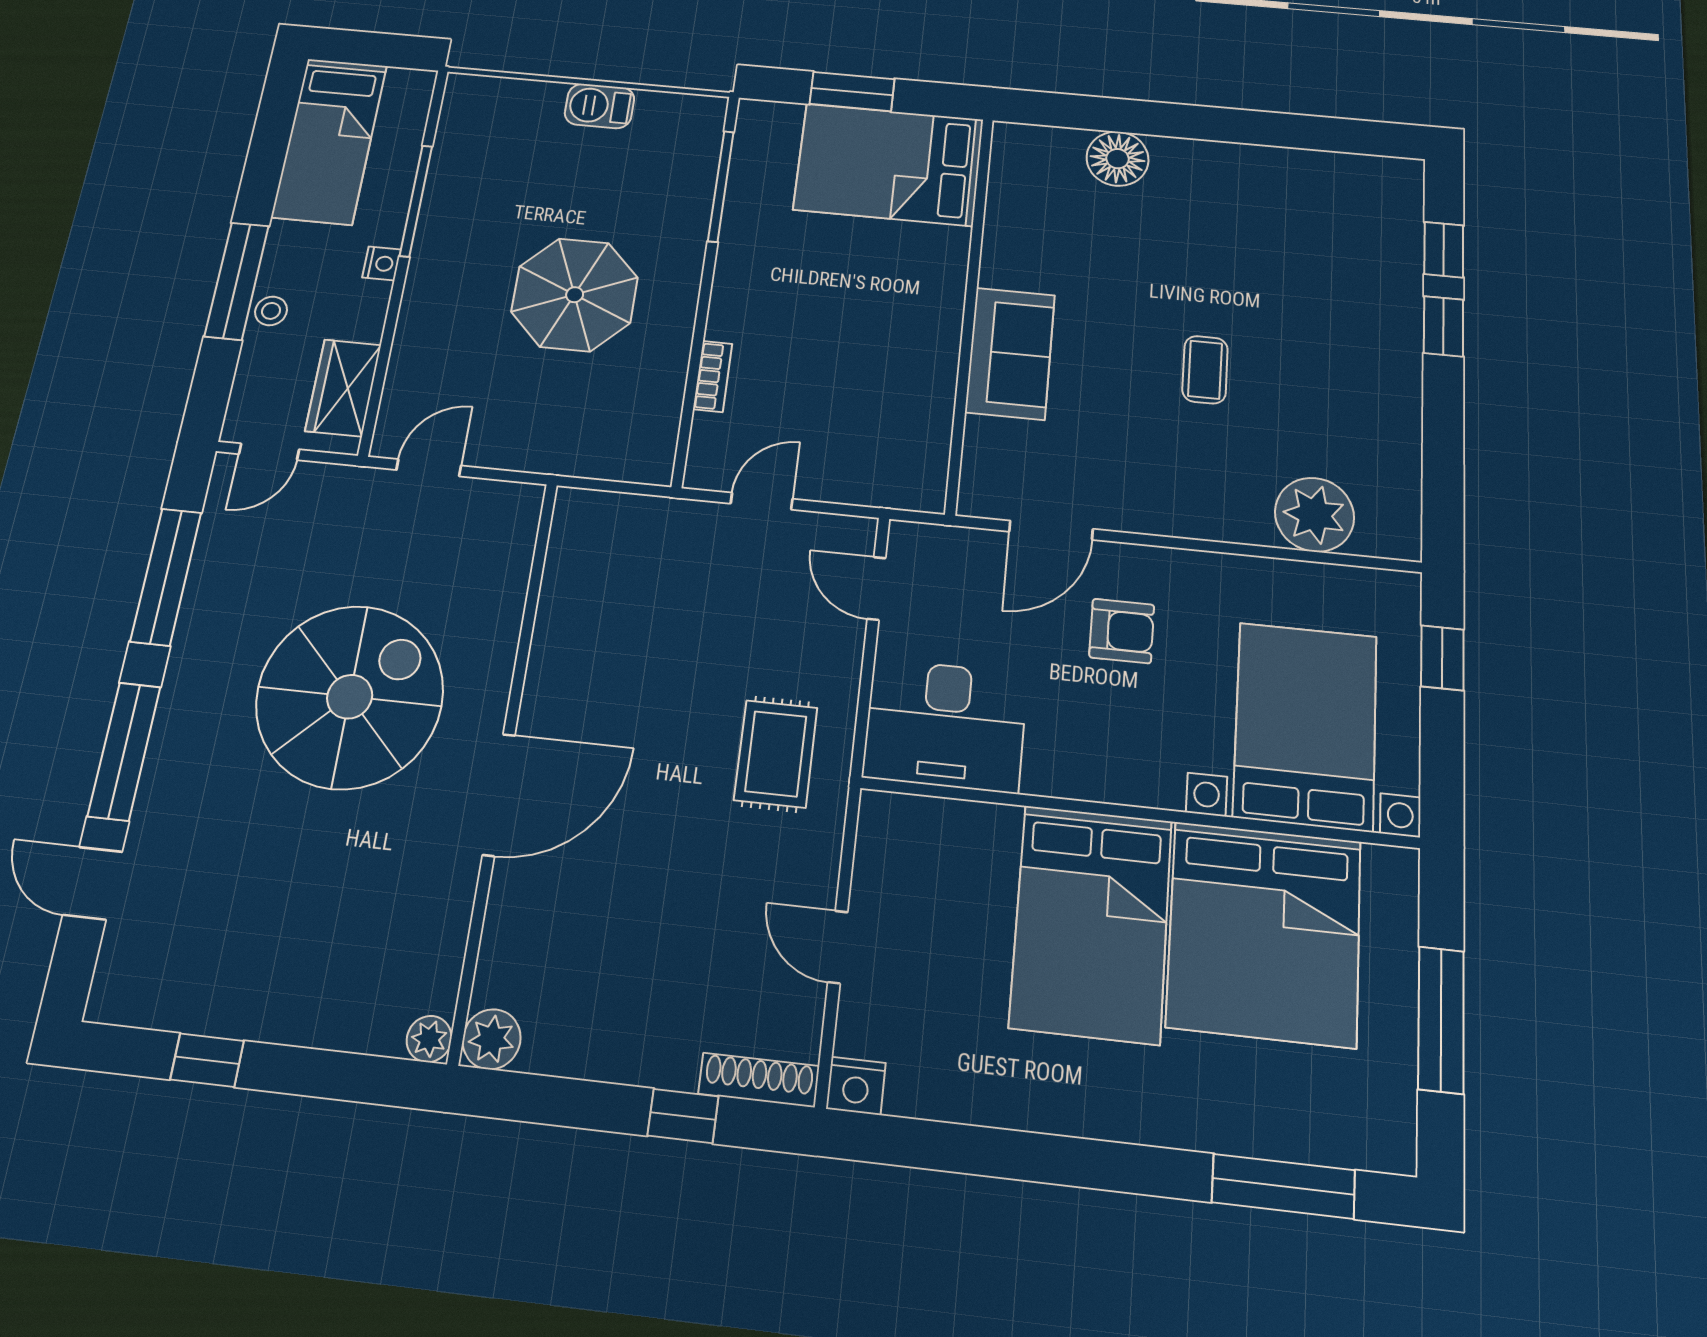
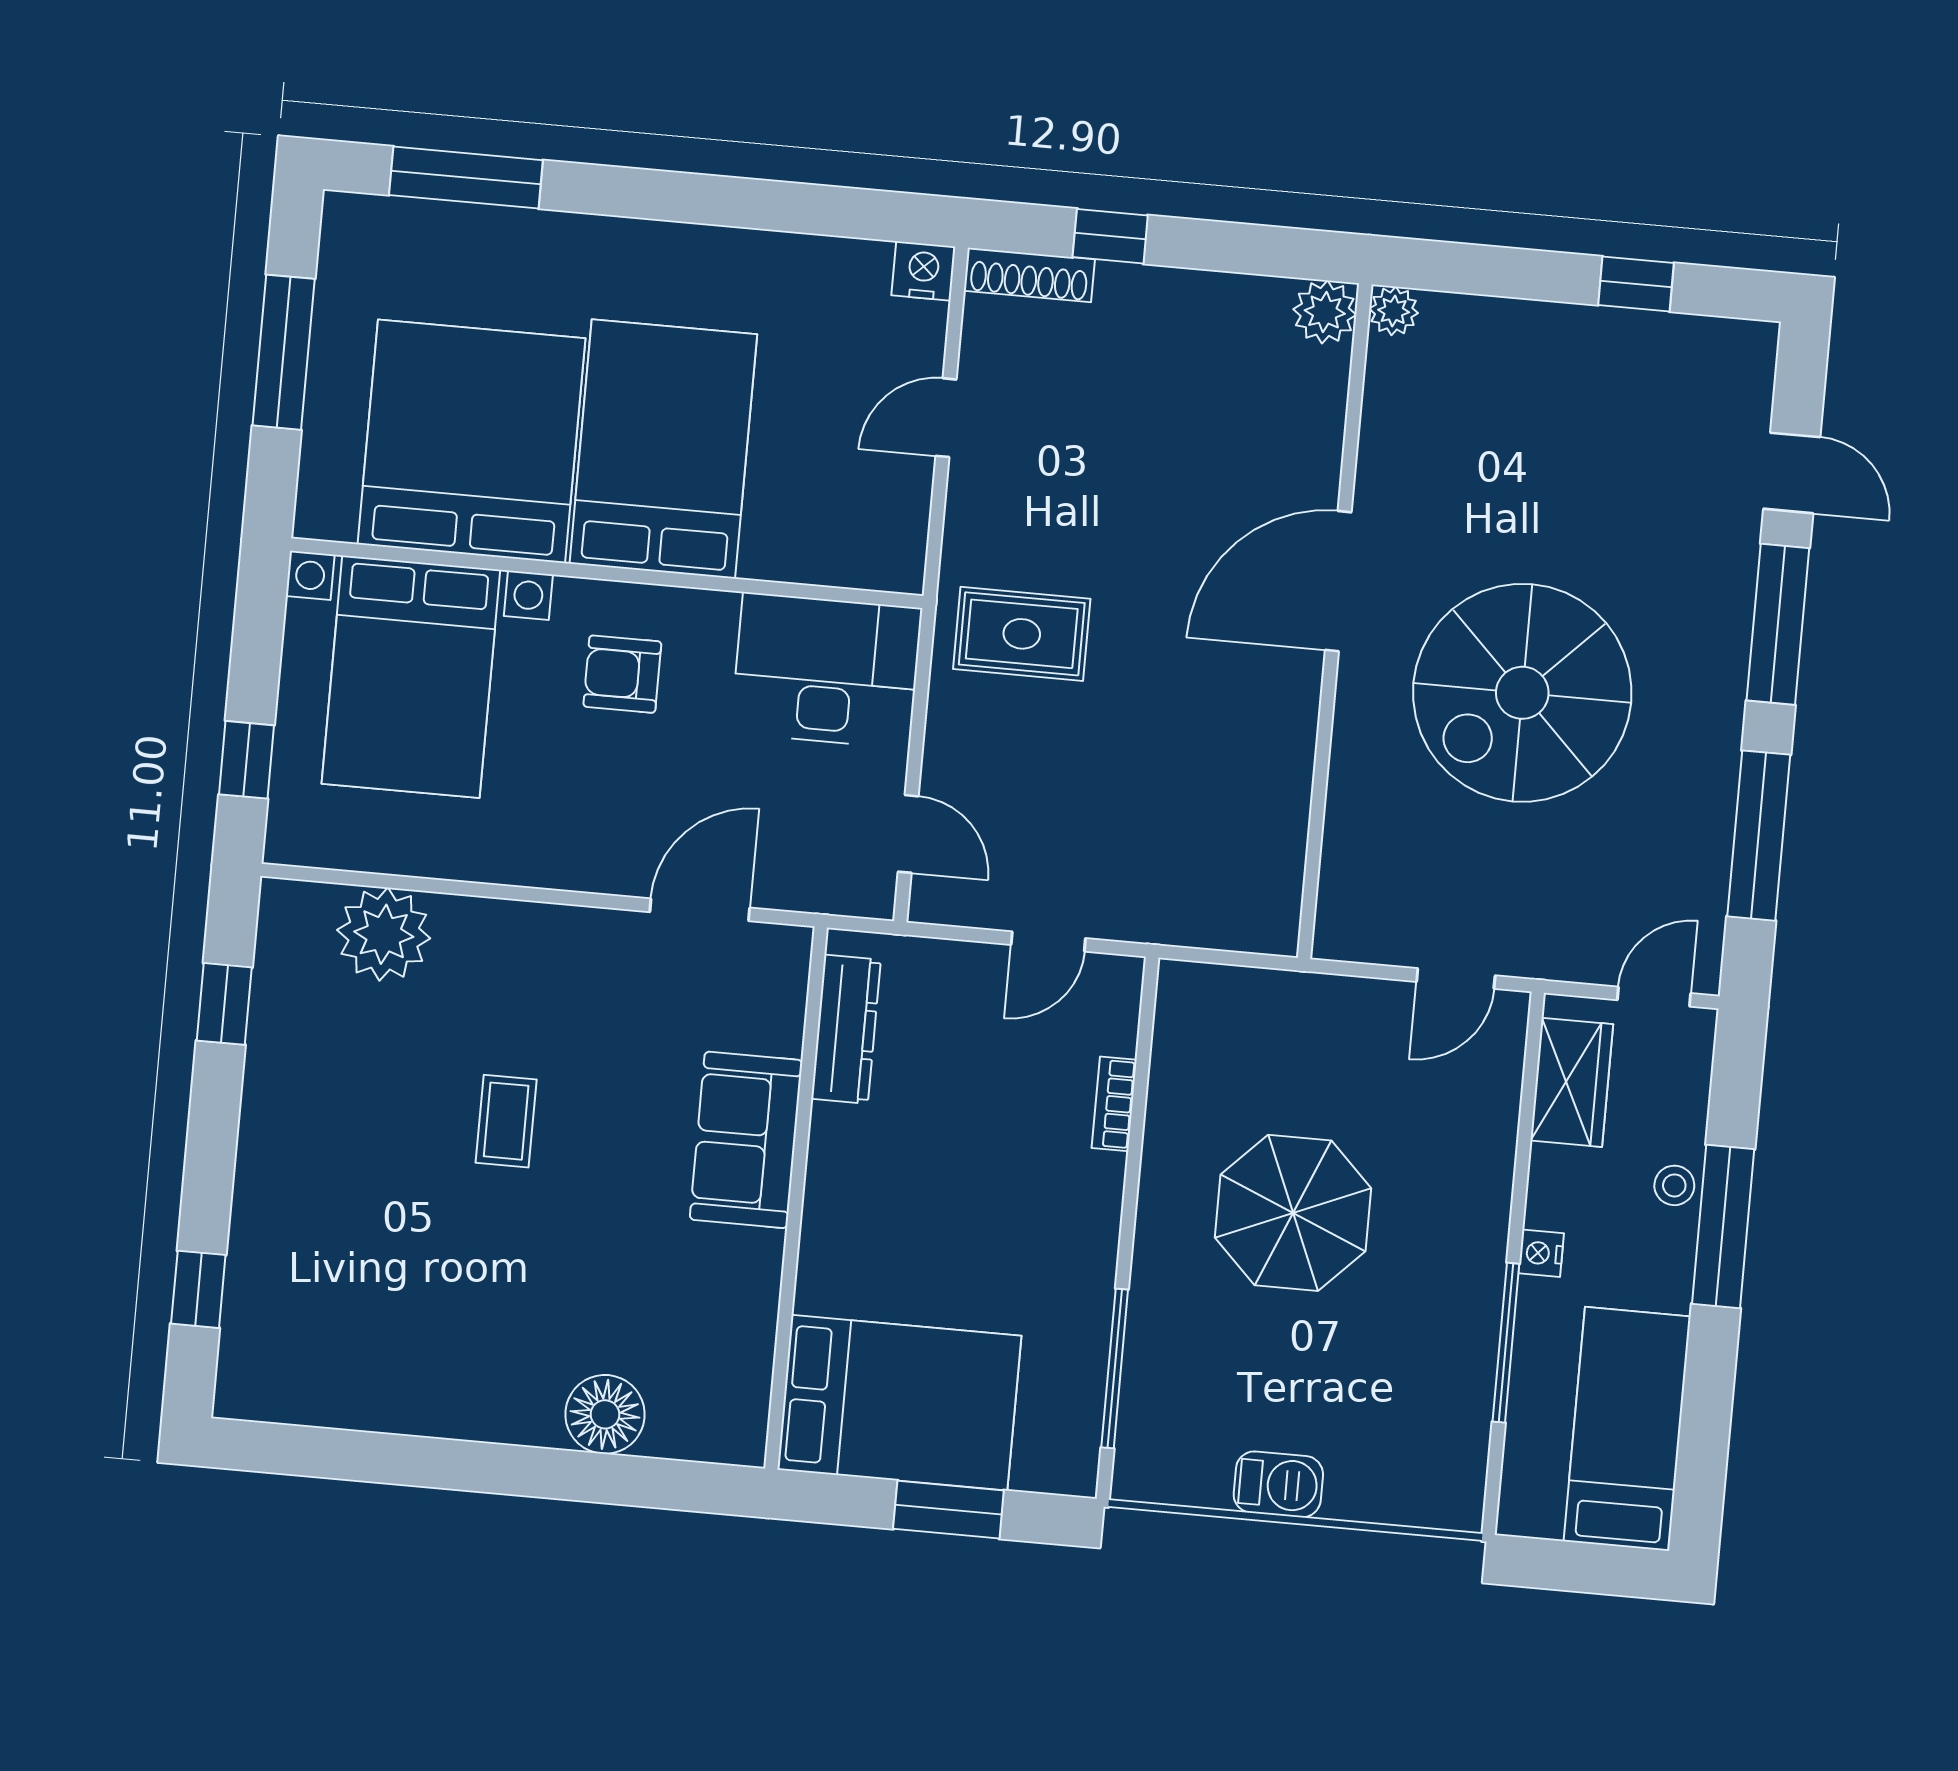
window: (1444, 326) -> (224, 1004), moved
dresser: (929, 436) -> (846, 1029), added
armchair: (1122, 631) -> (622, 674), moved
rug: (776, 754) -> (1022, 634), turned 90
door: (838, 947) -> (946, 418), swing flipped

